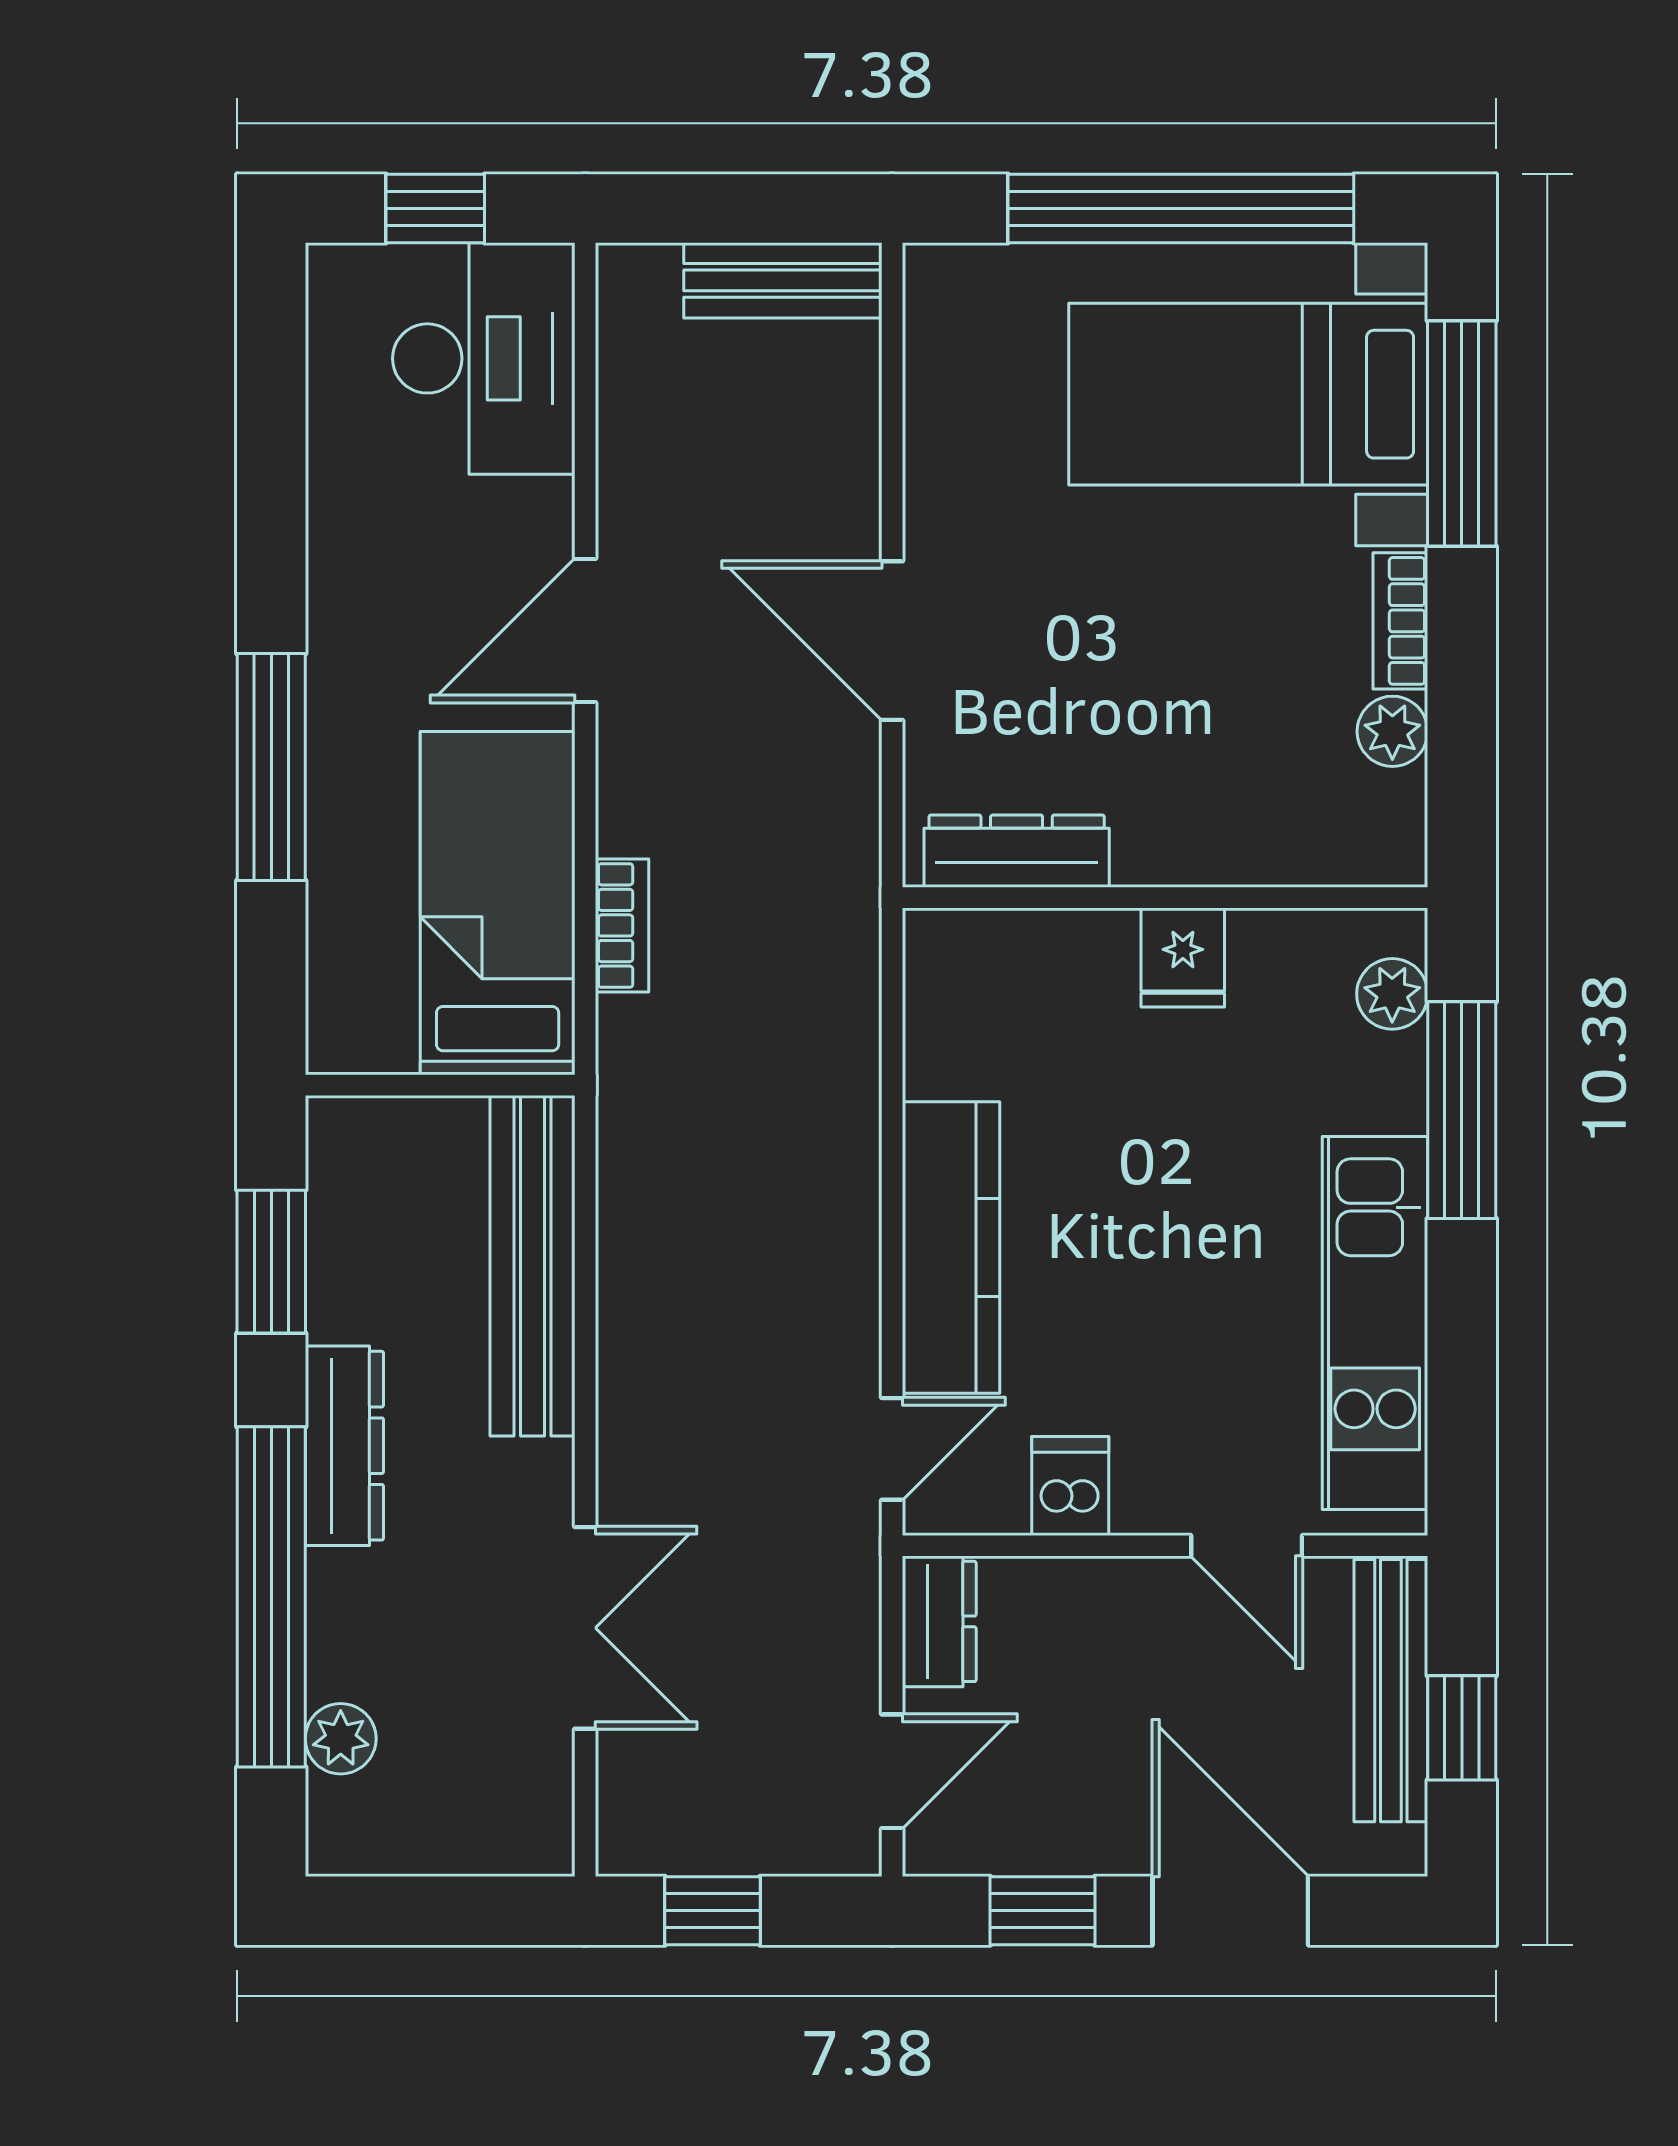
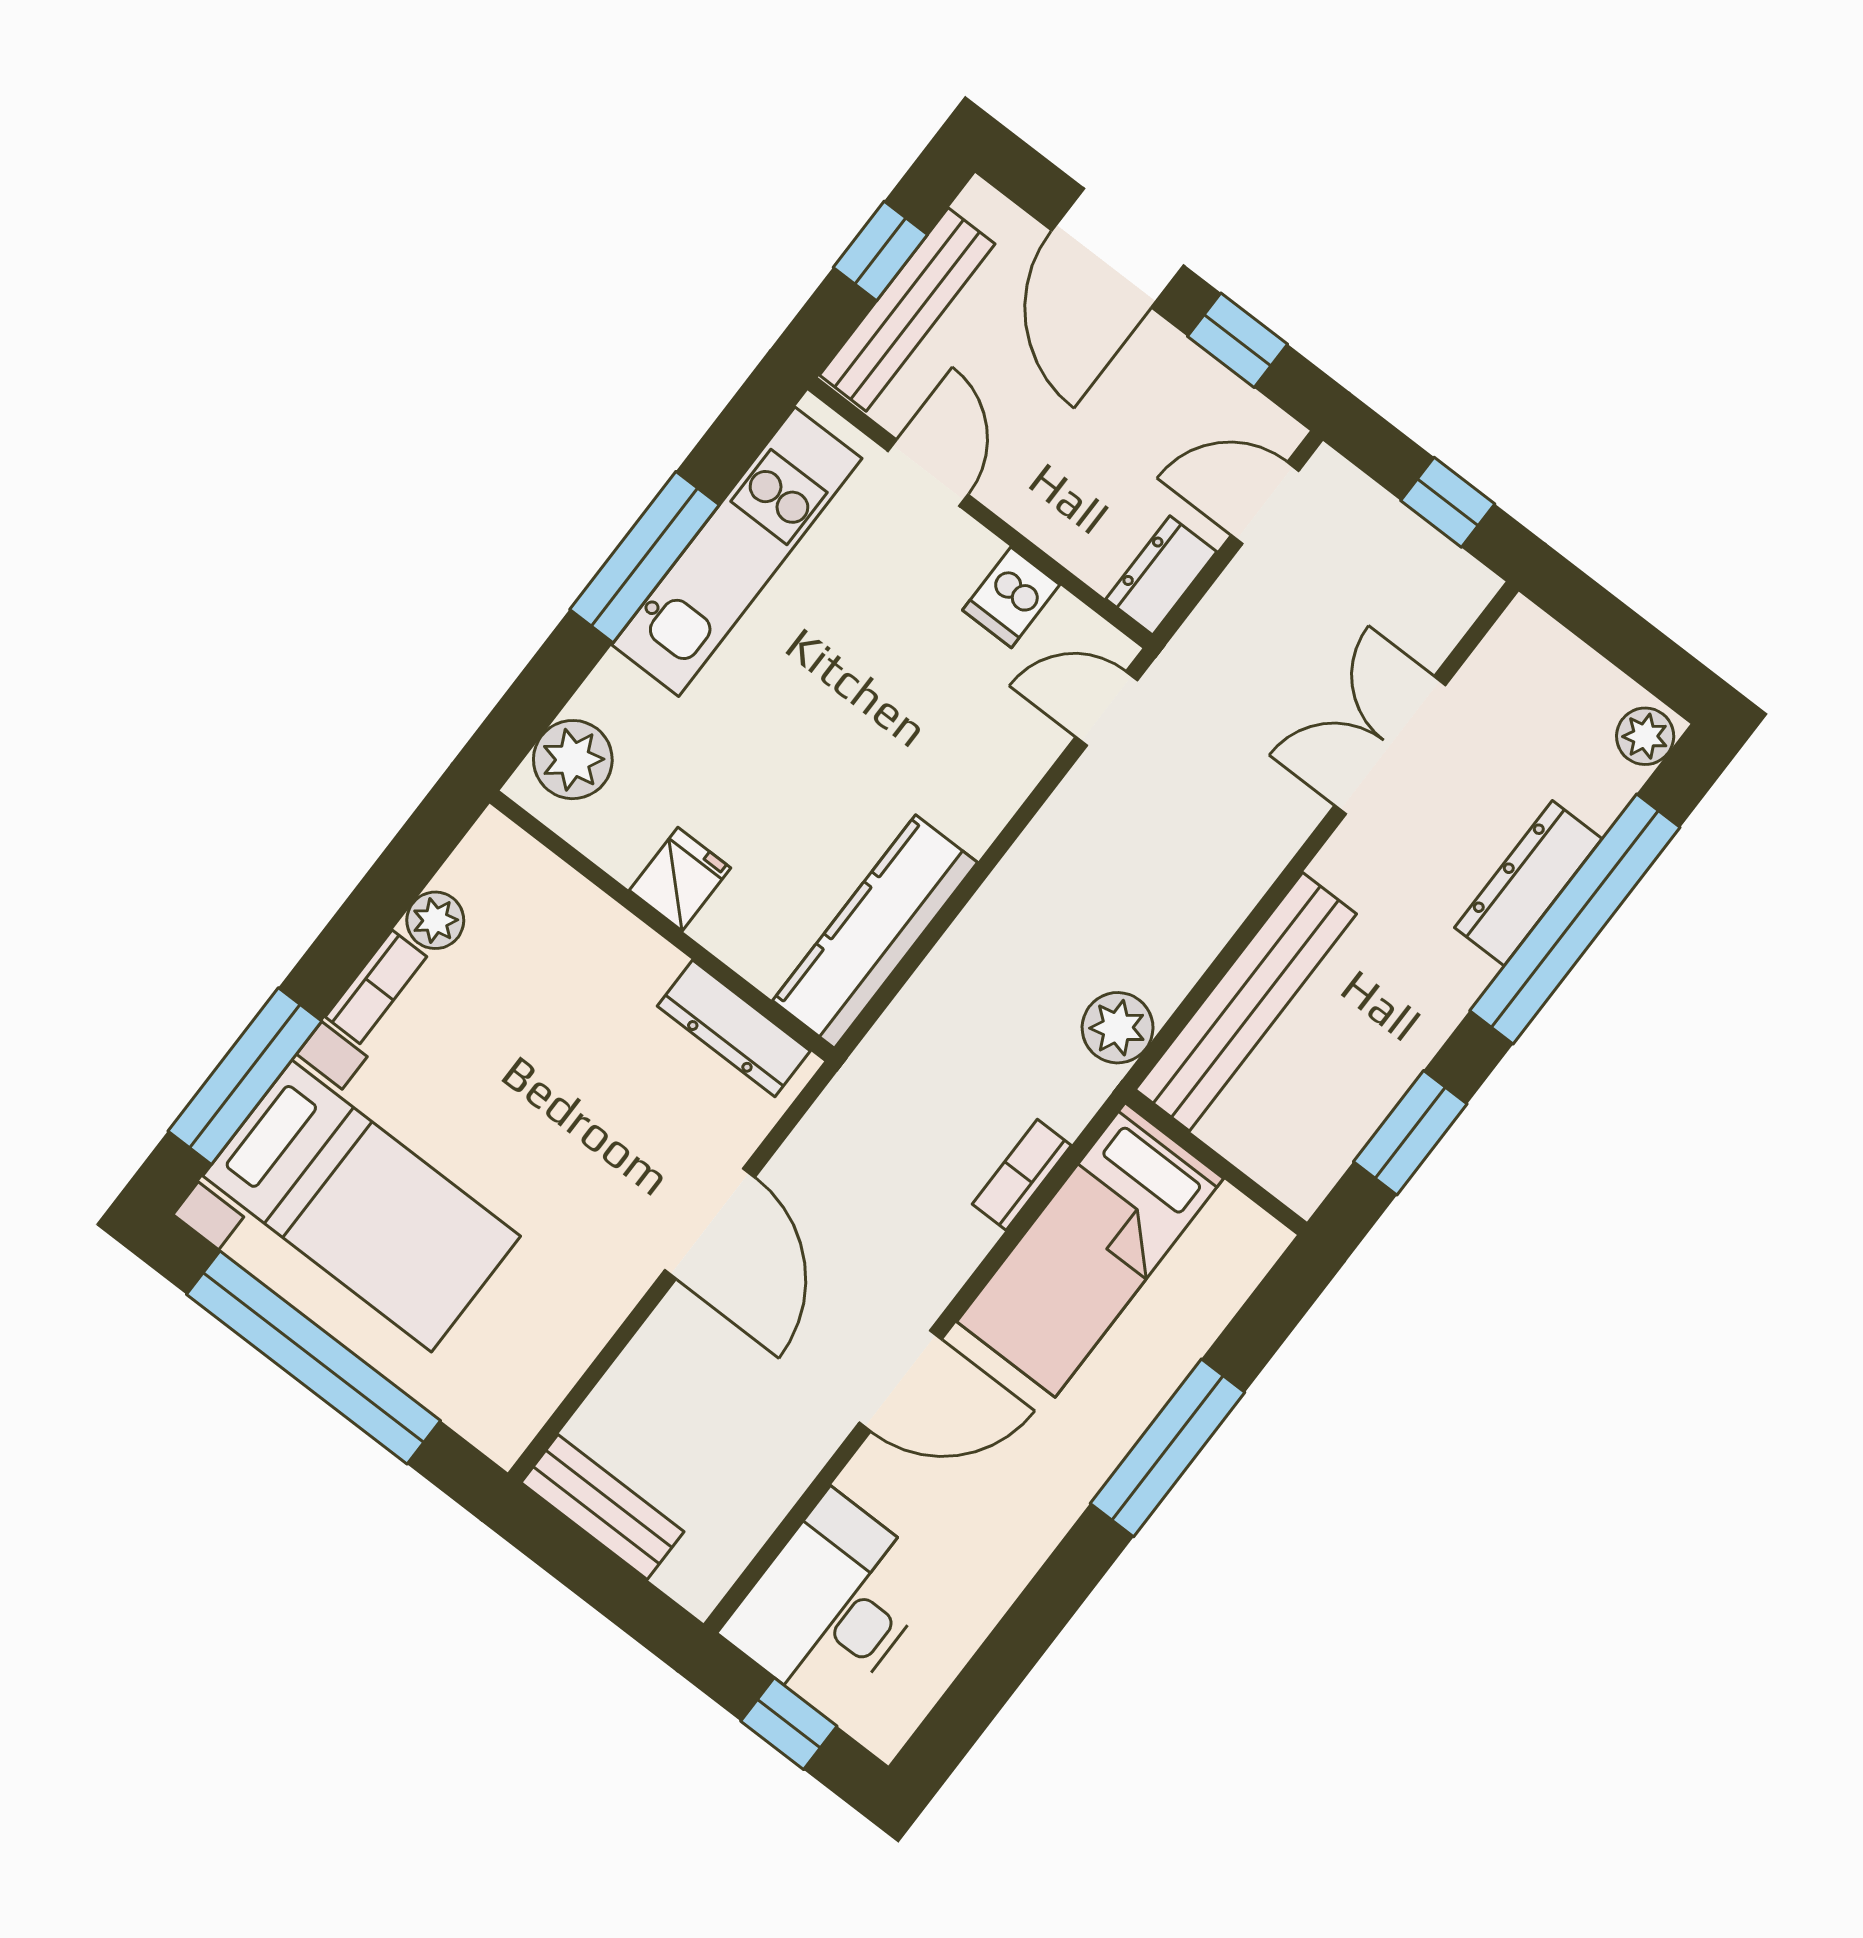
plant: (1392, 994) -> (573, 760), width x1.38, depth x1.38
window: (1462, 1110) -> (645, 557), moved
plant: (639, 1143) -> (1118, 1028), added
kitchen counter: (951, 1248) -> (875, 932), moved
dresser: (344, 1446) -> (1528, 883), moved
plant: (341, 1739) -> (1645, 736), moved

